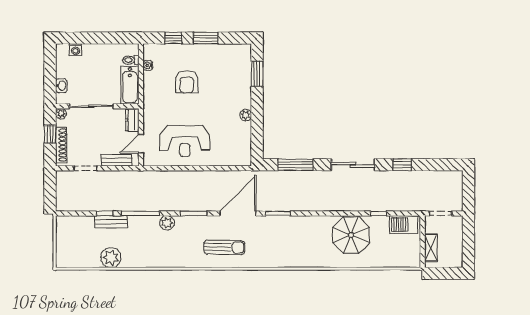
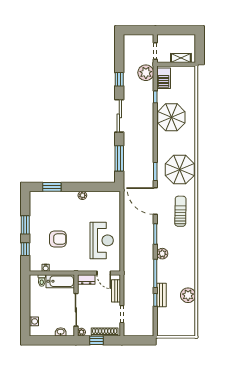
plant: (411, 201) -> (146, 73), added
parasol: (280, 246) -> (180, 170), added

